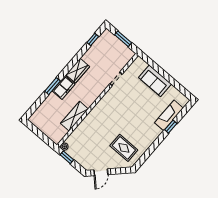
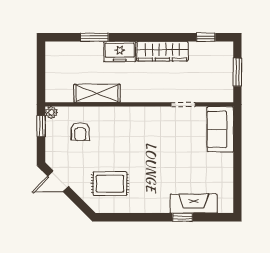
wardrobe: (78, 71) -> (162, 51), width x1.50
sofa: (155, 81) -> (220, 129), moved
window: (53, 86) -> (94, 37), moved
armchair: (86, 140) -> (80, 132), added
rug: (124, 148) -> (110, 184), turned 90

